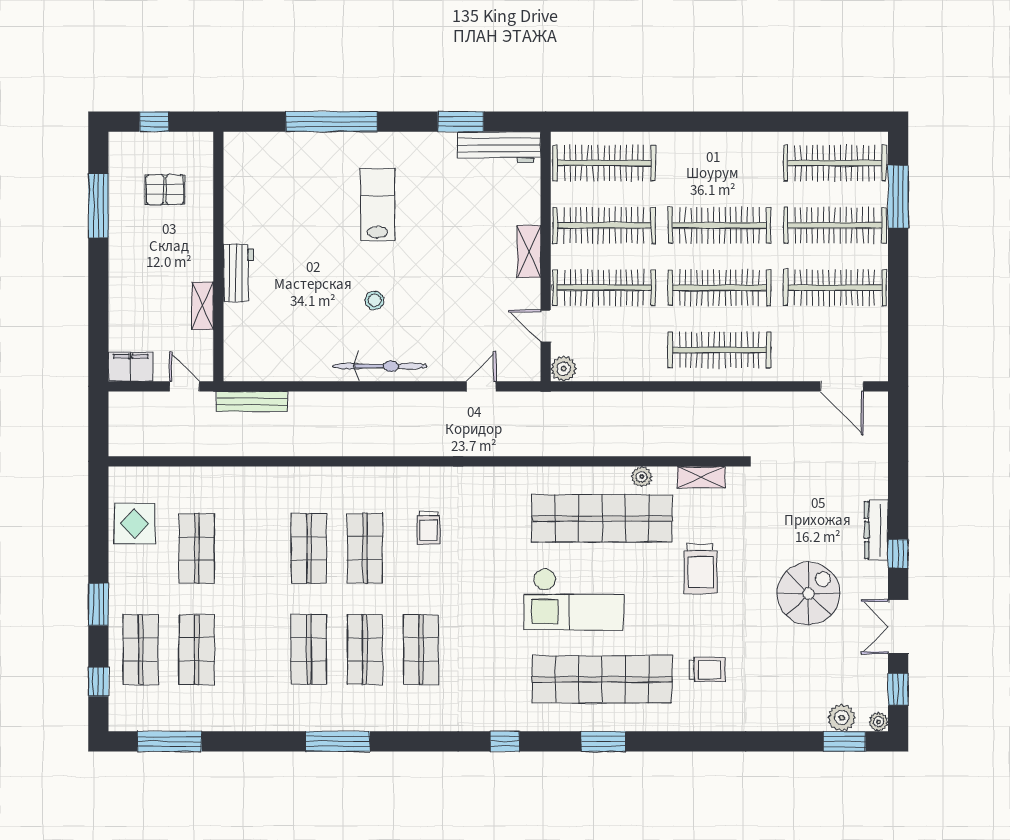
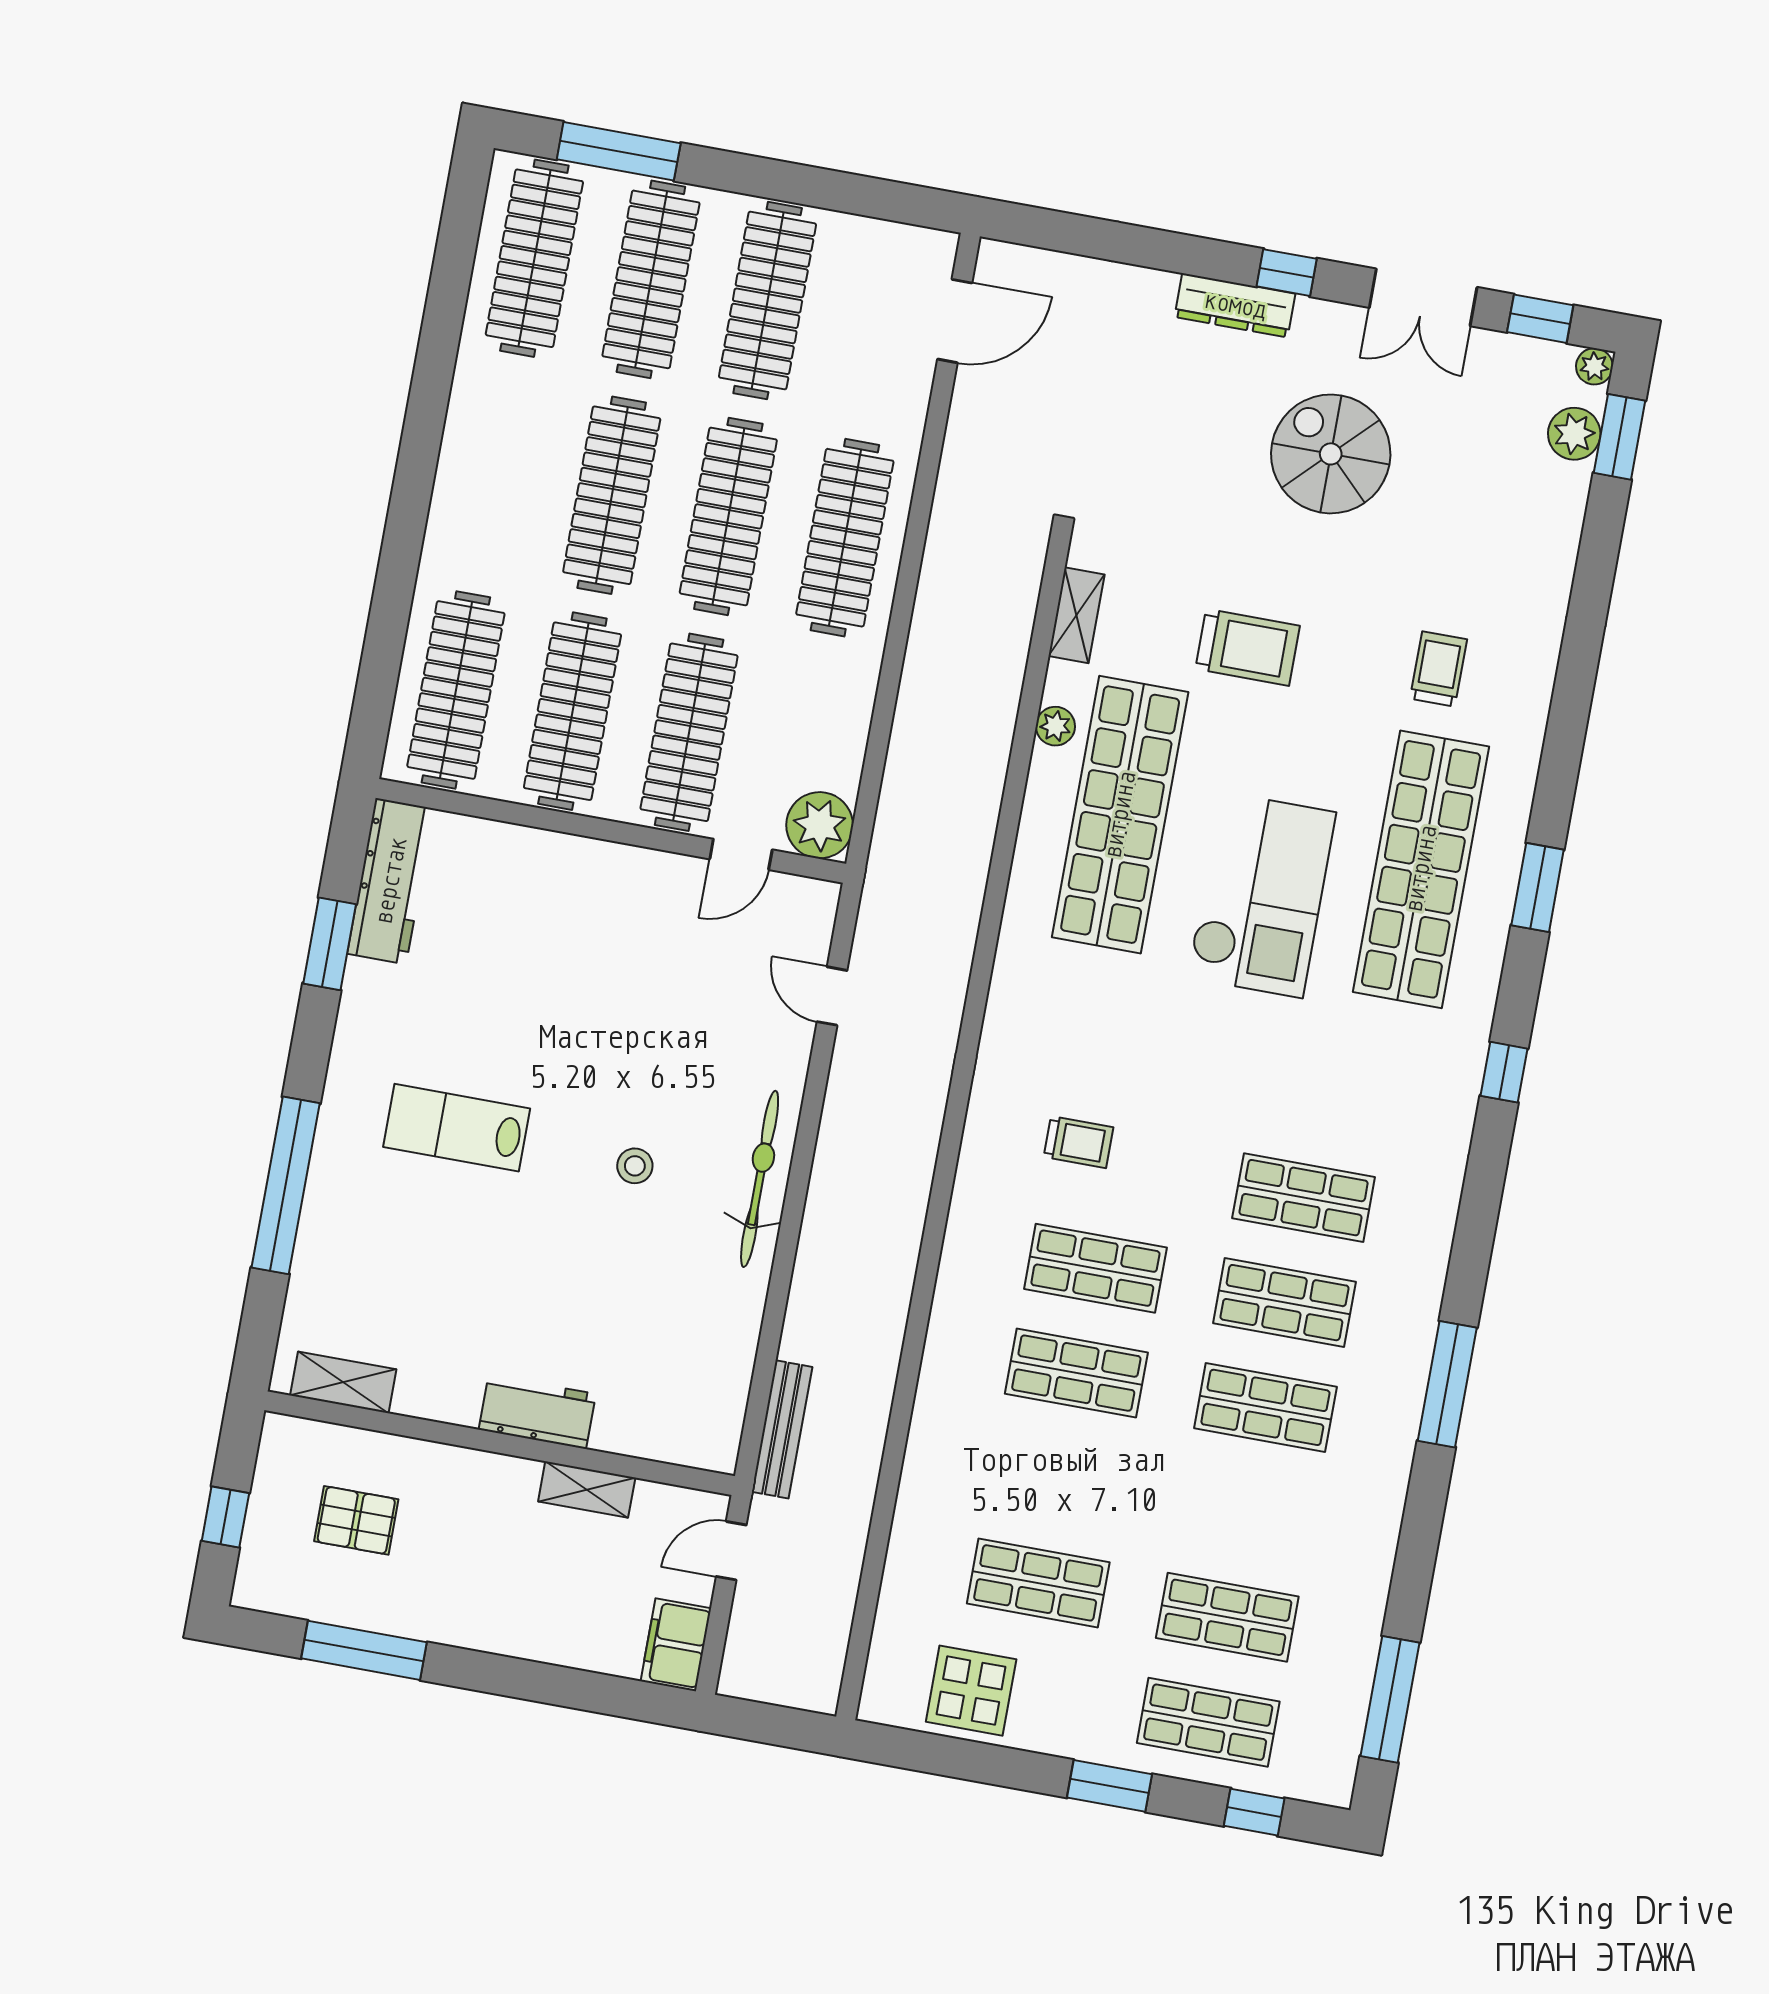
pallet: (165, 190) -> (356, 1520), turned 90
shelving: (529, 251) -> (343, 1382), moved
plant: (564, 369) -> (820, 825), width x1.36, depth x1.36

